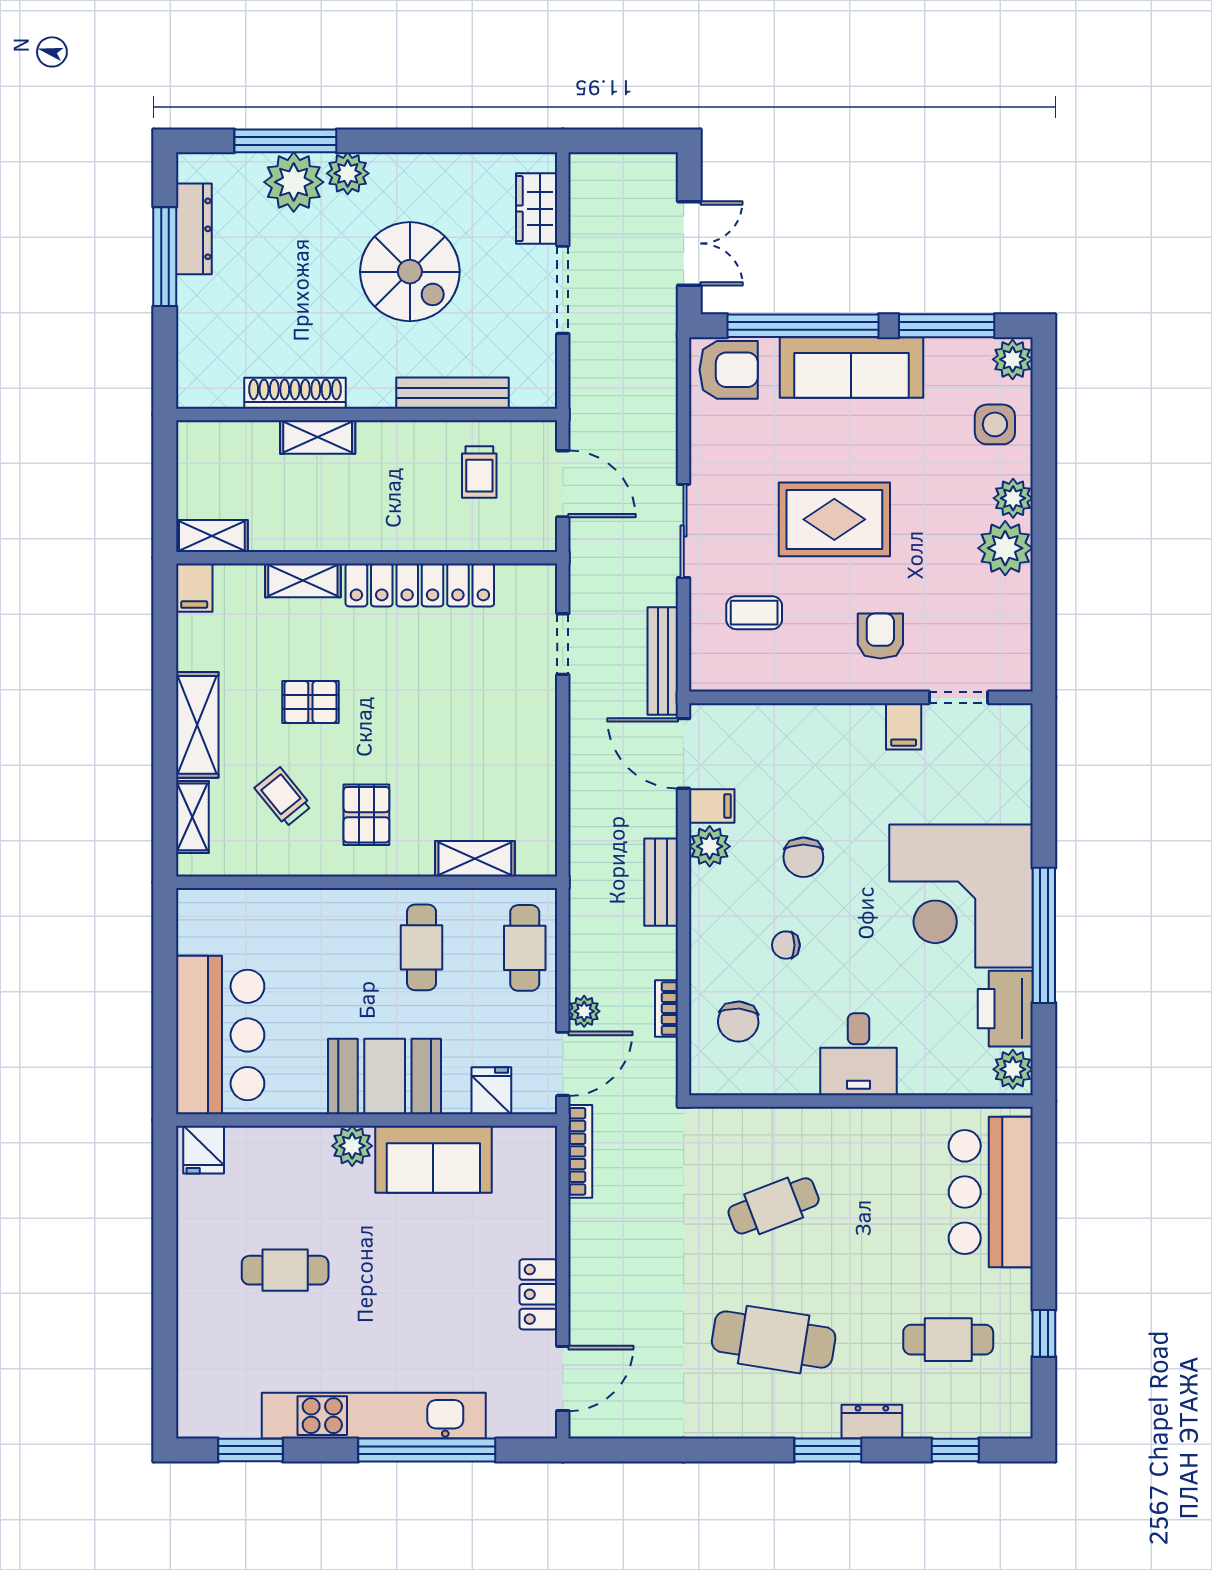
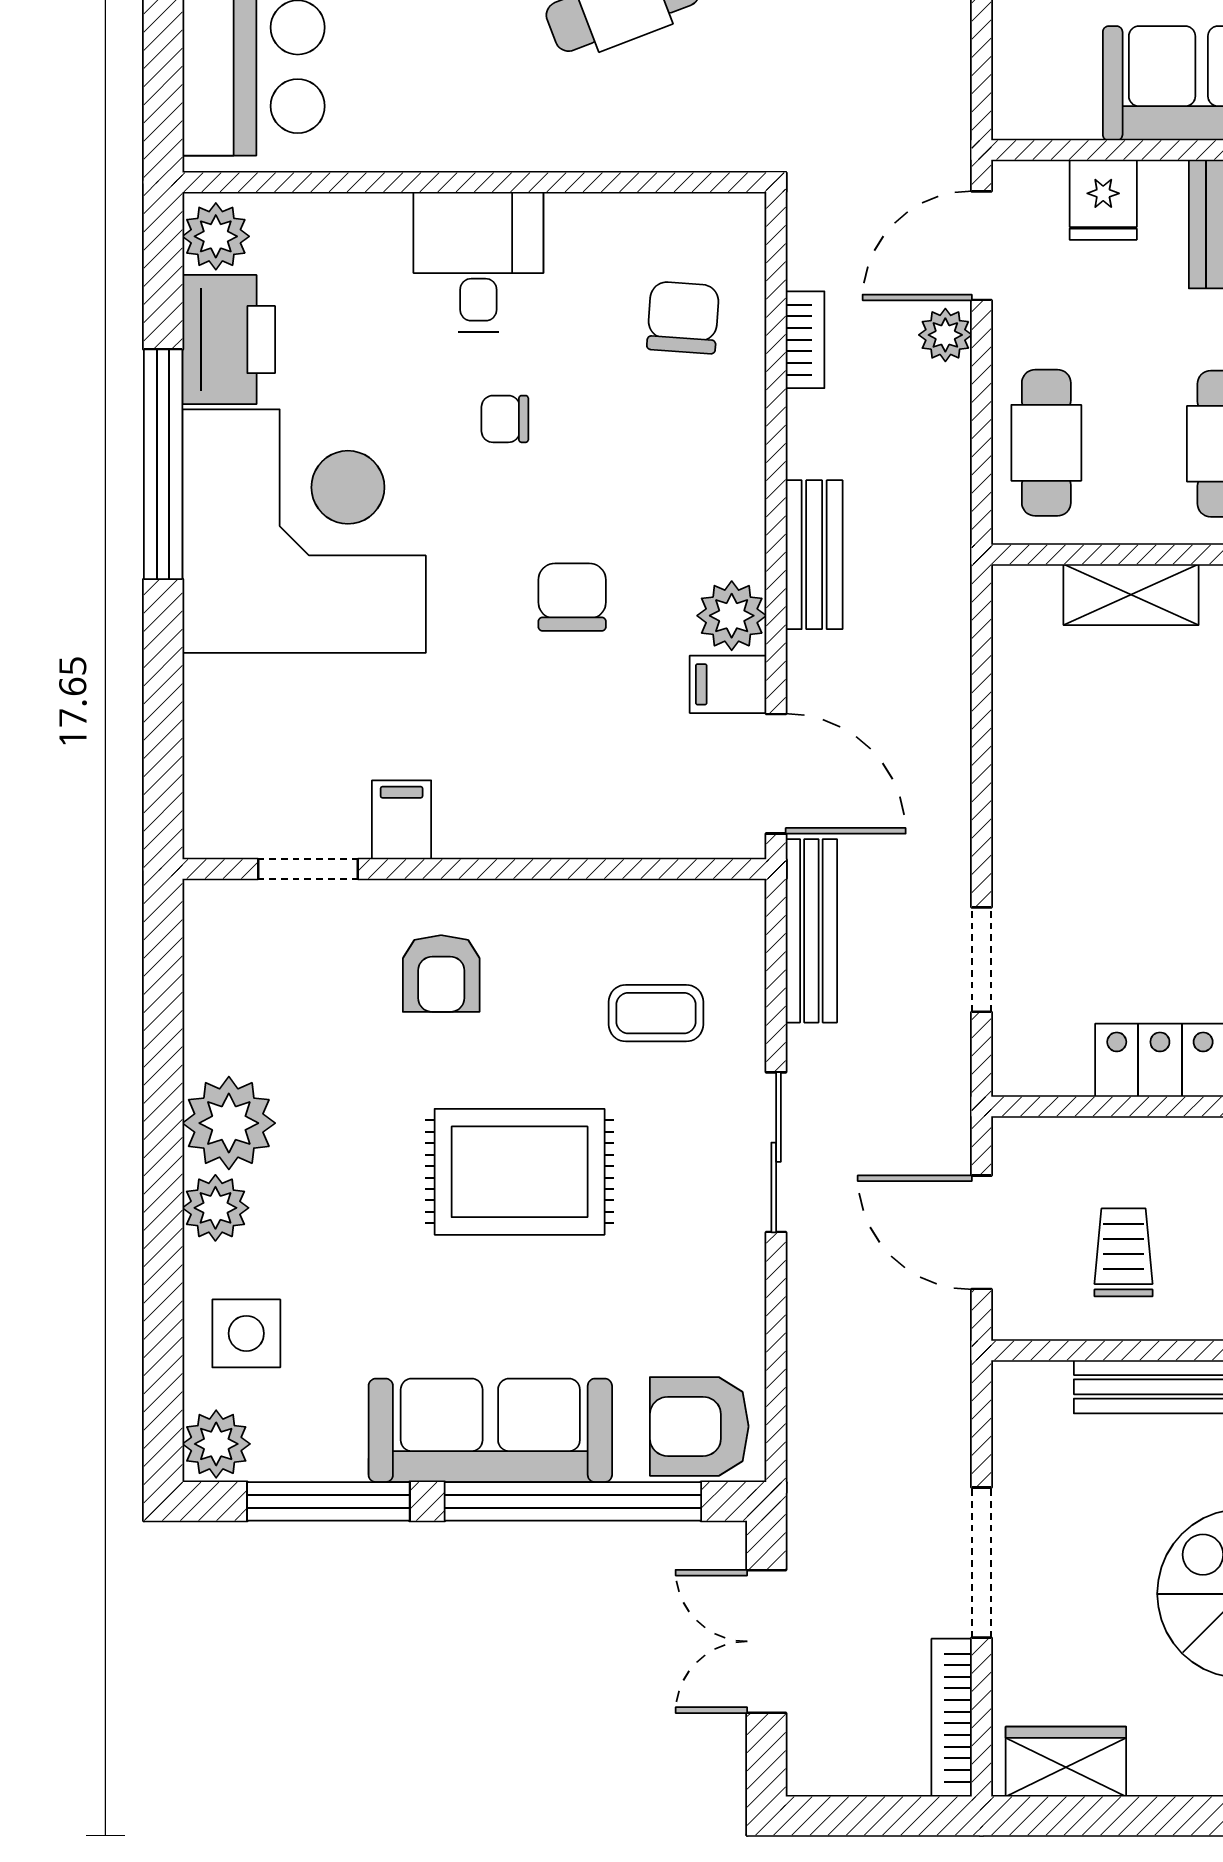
wardrobe: (537, 209) -> (1066, 1762), moved, turned -90
chair: (786, 945) -> (505, 419), moved, turned 180
bookcase: (580, 1151) -> (952, 1718), moved

